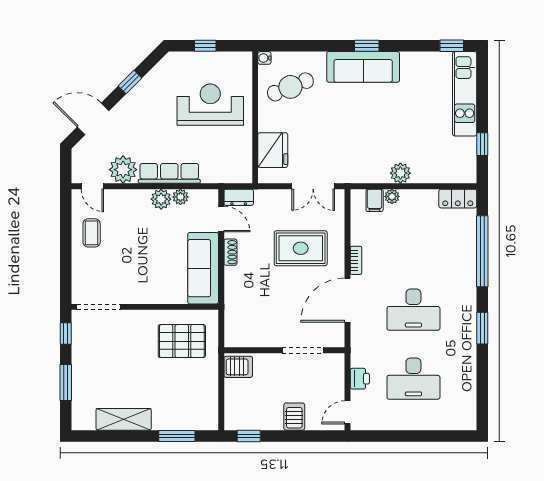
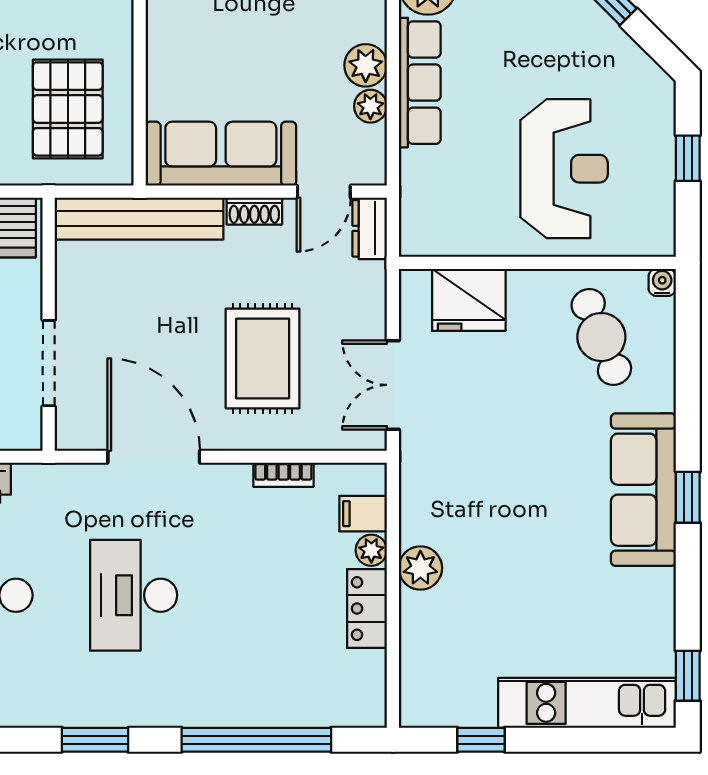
locker: (458, 199) -> (367, 609), moved
bookcase: (356, 260) -> (283, 475), moved
bench: (234, 307) -> (139, 219), added

